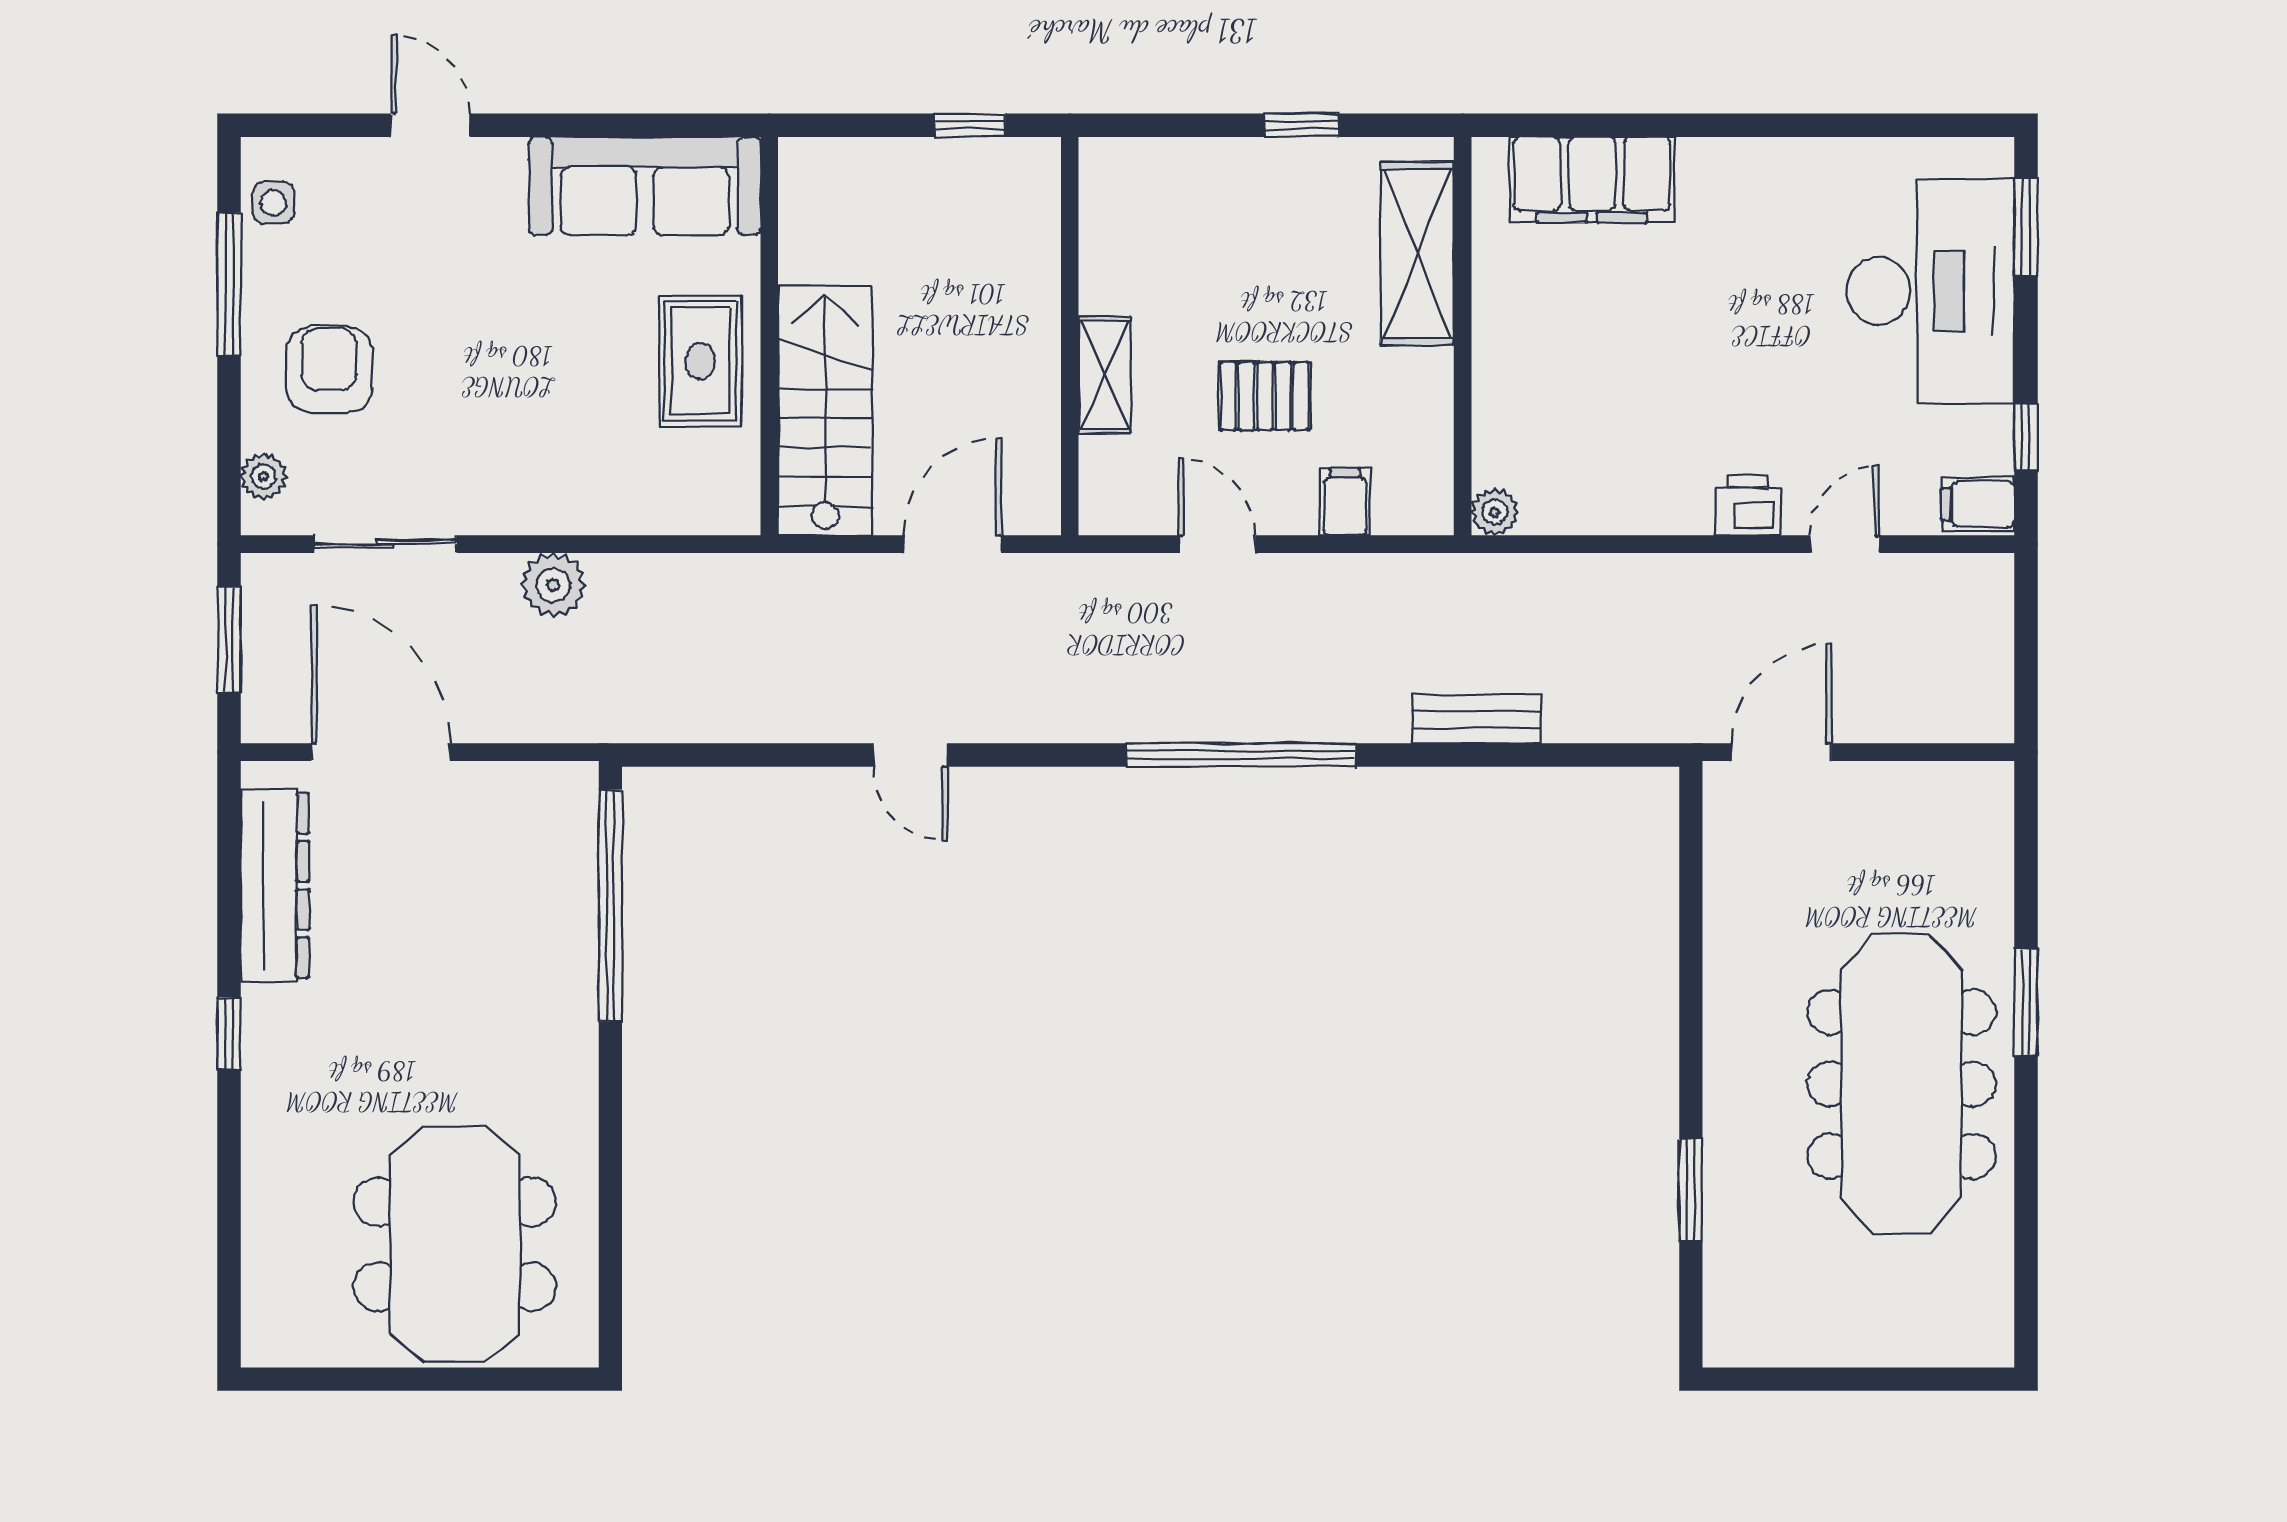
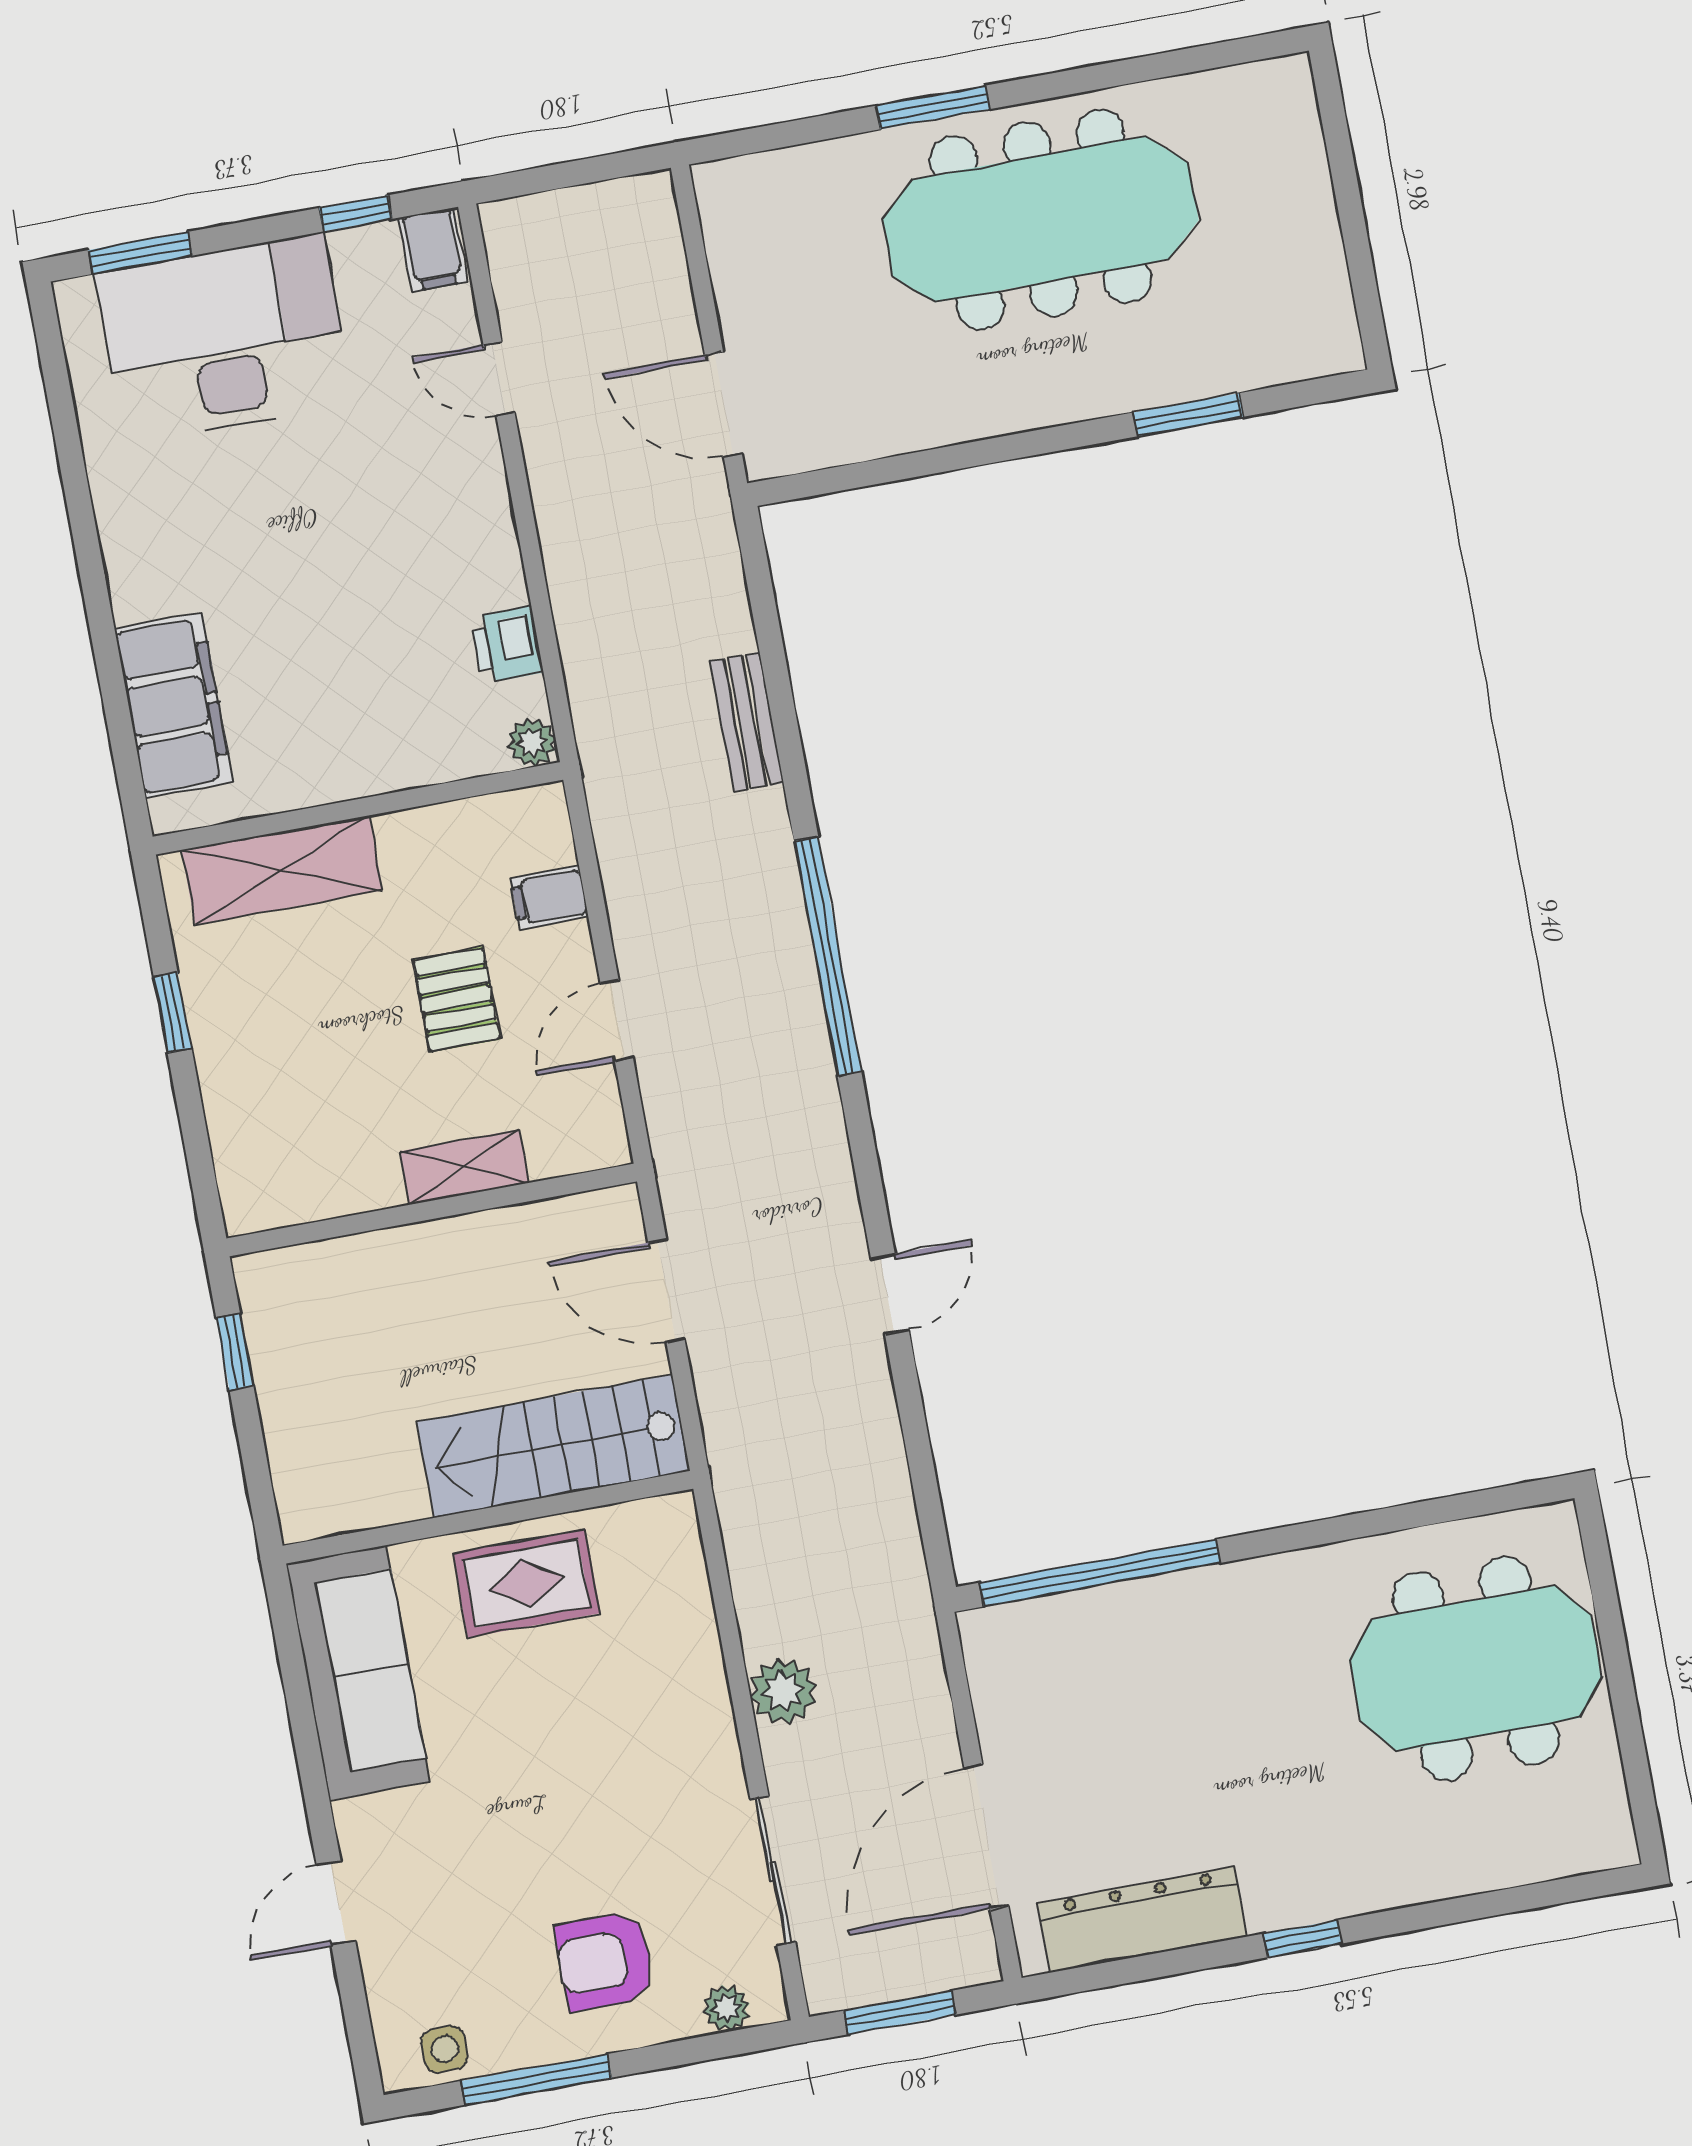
printer: (1748, 506) -> (507, 645), moved

